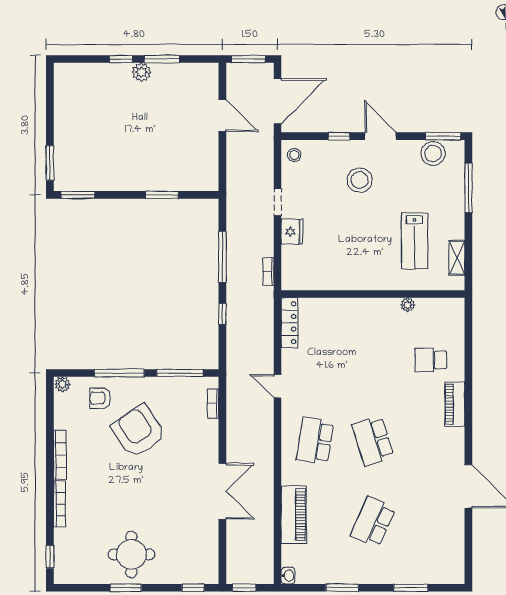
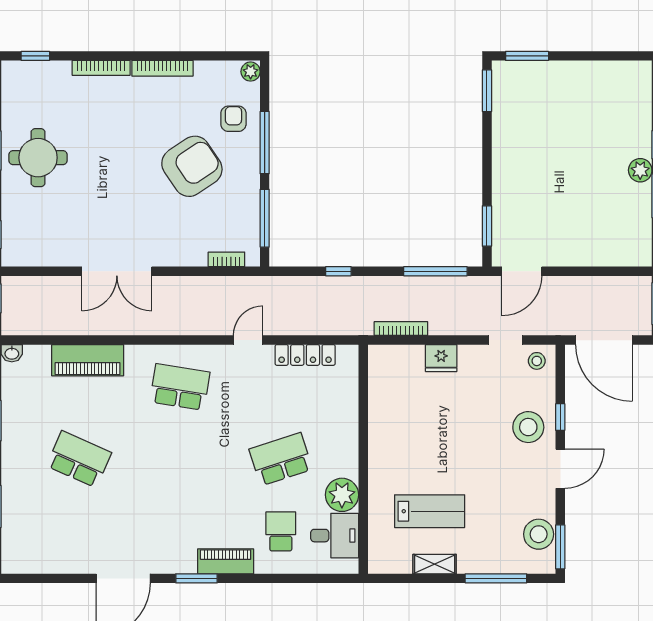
door: (222, 116) -> (522, 271), moved
stool: (360, 180) -> (528, 427), moved
window: (162, 195) -> (487, 226), moved
doorway: (277, 202) -> (506, 340), moved
lab bench: (415, 241) -> (430, 511), turned 180
window: (222, 257) -> (435, 271), moved
shelving: (457, 258) -> (435, 564), moved
bookcase: (268, 272) -> (401, 329), width x1.56
plant: (408, 305) -> (342, 495), width x1.87, depth x1.87
desk: (434, 317) -> (335, 536), added
locker: (289, 323) -> (305, 355), moved
window: (468, 428) -> (197, 578), added
school desk: (373, 441) -> (281, 459), moved

